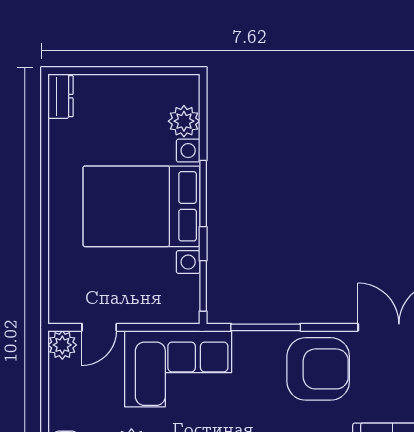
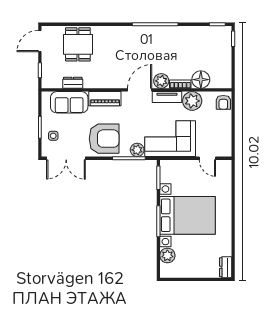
door: (99, 327) -> (207, 158), swing flipped
plant: (62, 345) -> (137, 150), moved
armchair: (318, 369) -> (104, 139), turned 180

